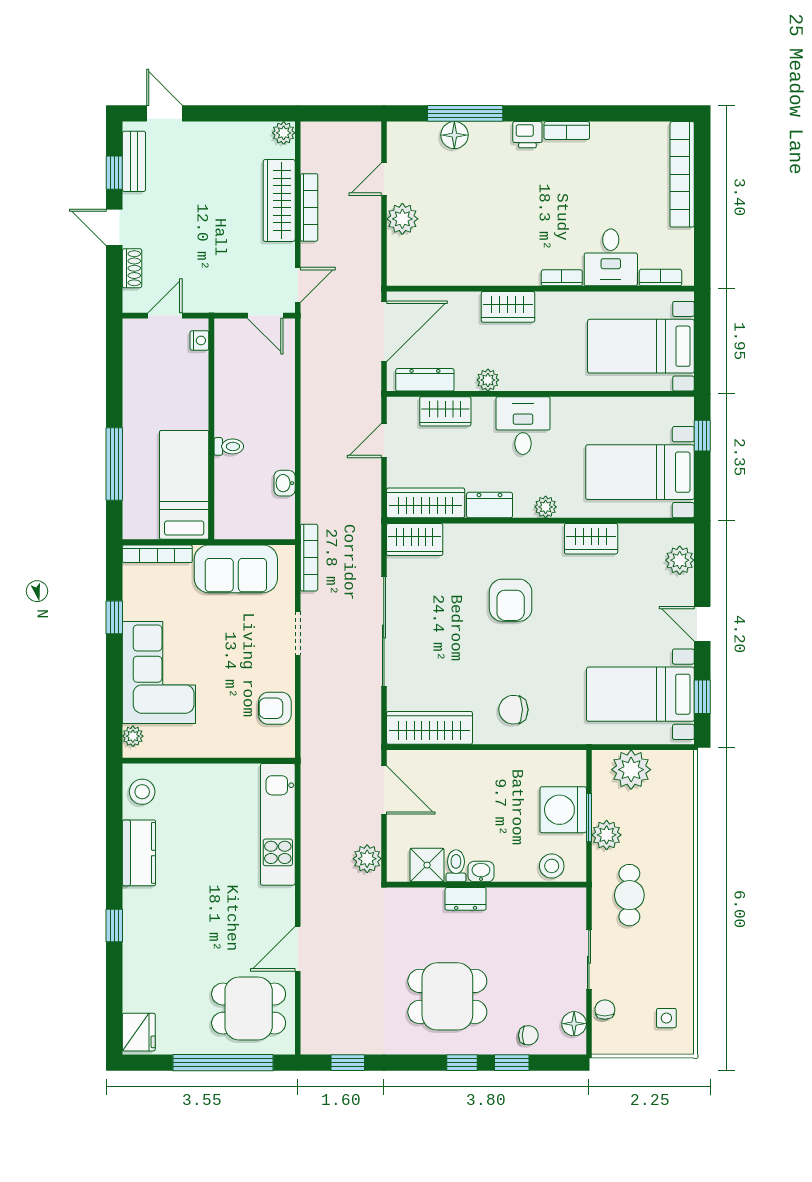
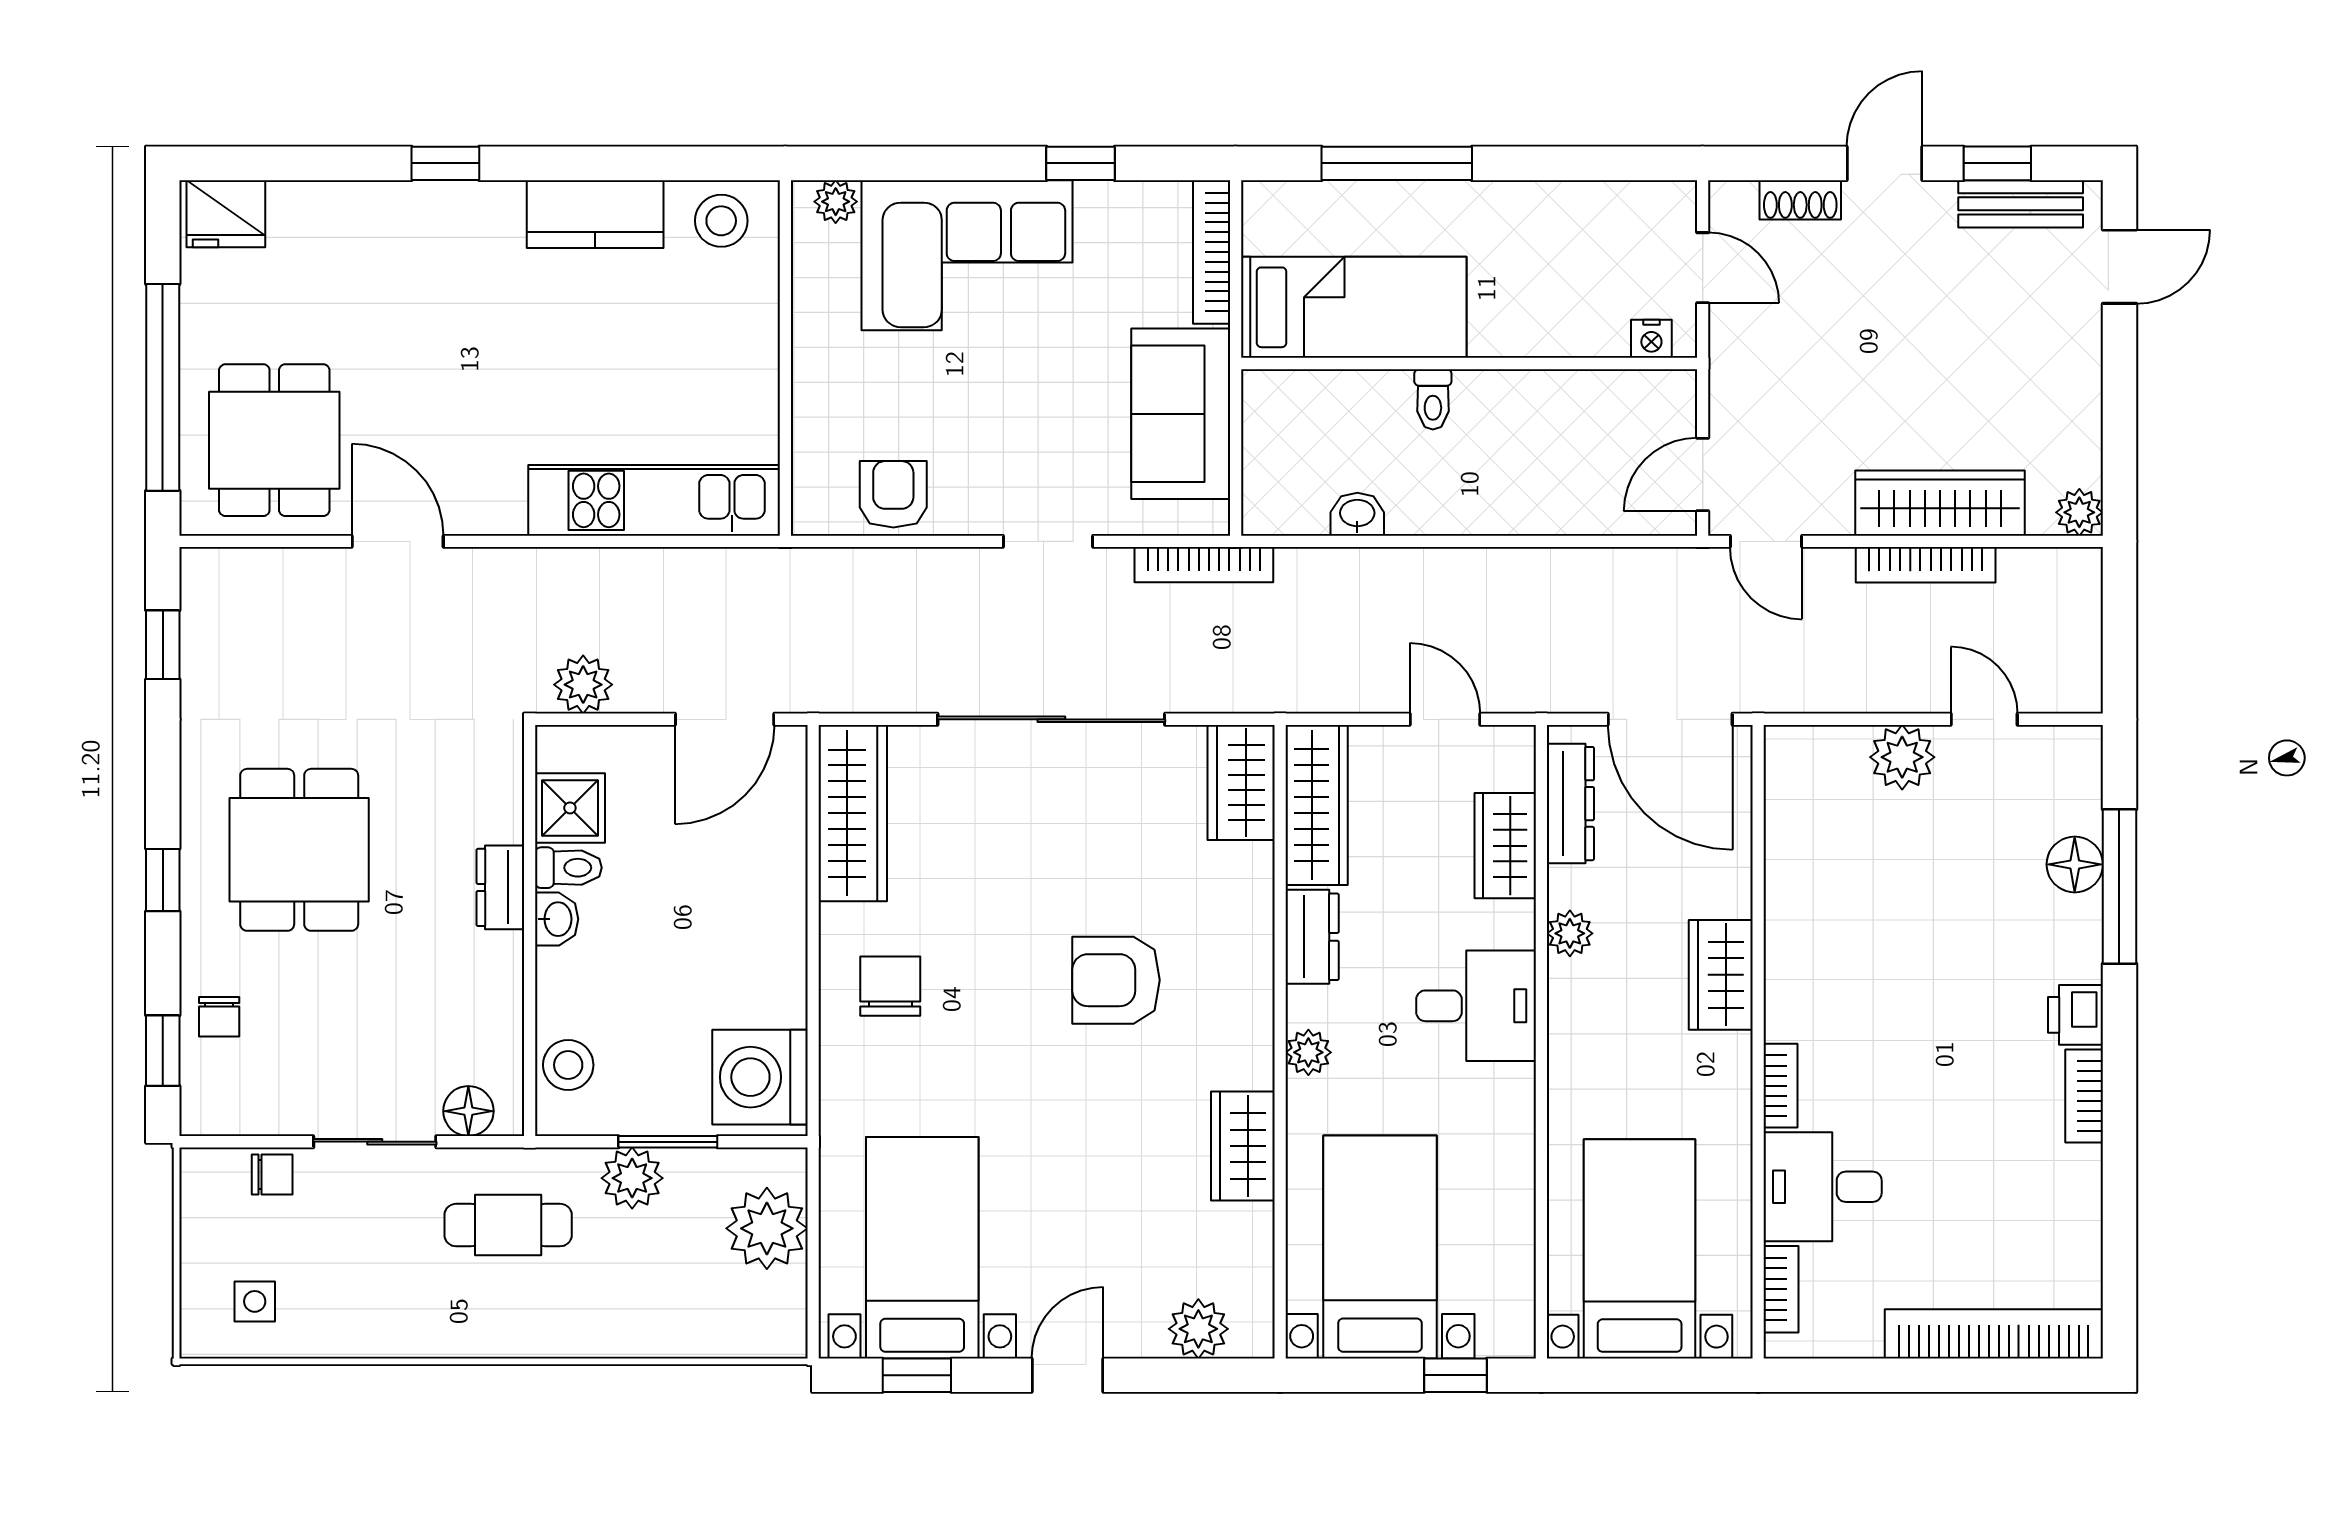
washing machine: (563, 810) -> (760, 1077), moved, turned -90
floor lamp: (574, 1024) -> (468, 1111), moved
window: (512, 1063) -> (163, 1051), moved

